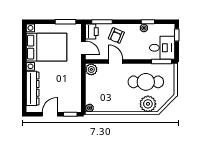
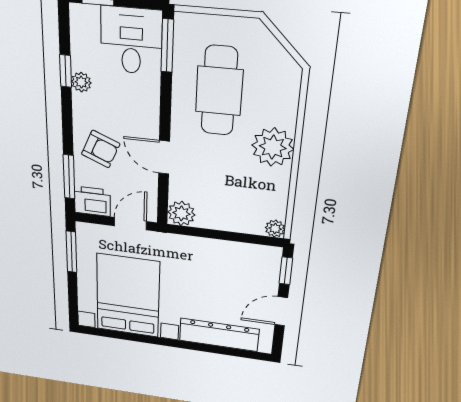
door: (116, 62) -> (164, 157), hinge flipped
plant: (148, 104) -> (273, 147), moved
door: (50, 114) -> (281, 311), hinge flipped

